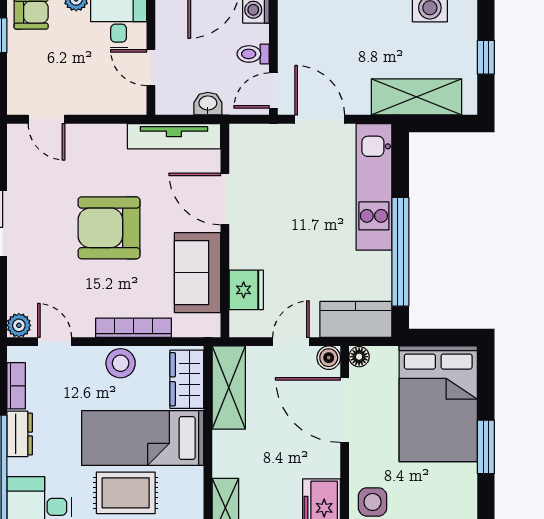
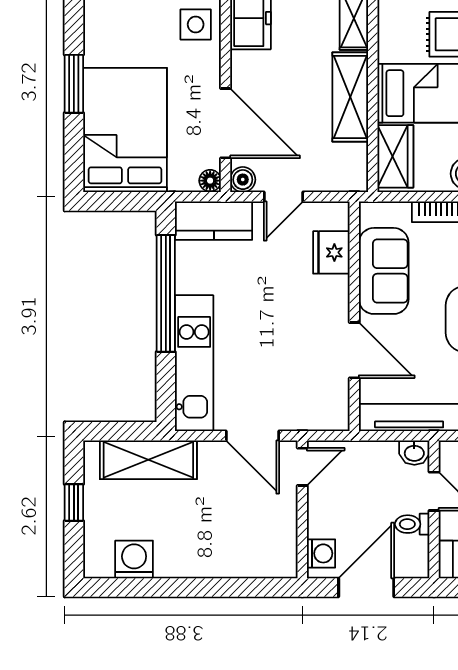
toilet: (253, 54) -> (412, 524), moved, turned 180
washbasin: (208, 104) -> (414, 453), moved
shelving: (229, 388) -> (350, 97), moved

